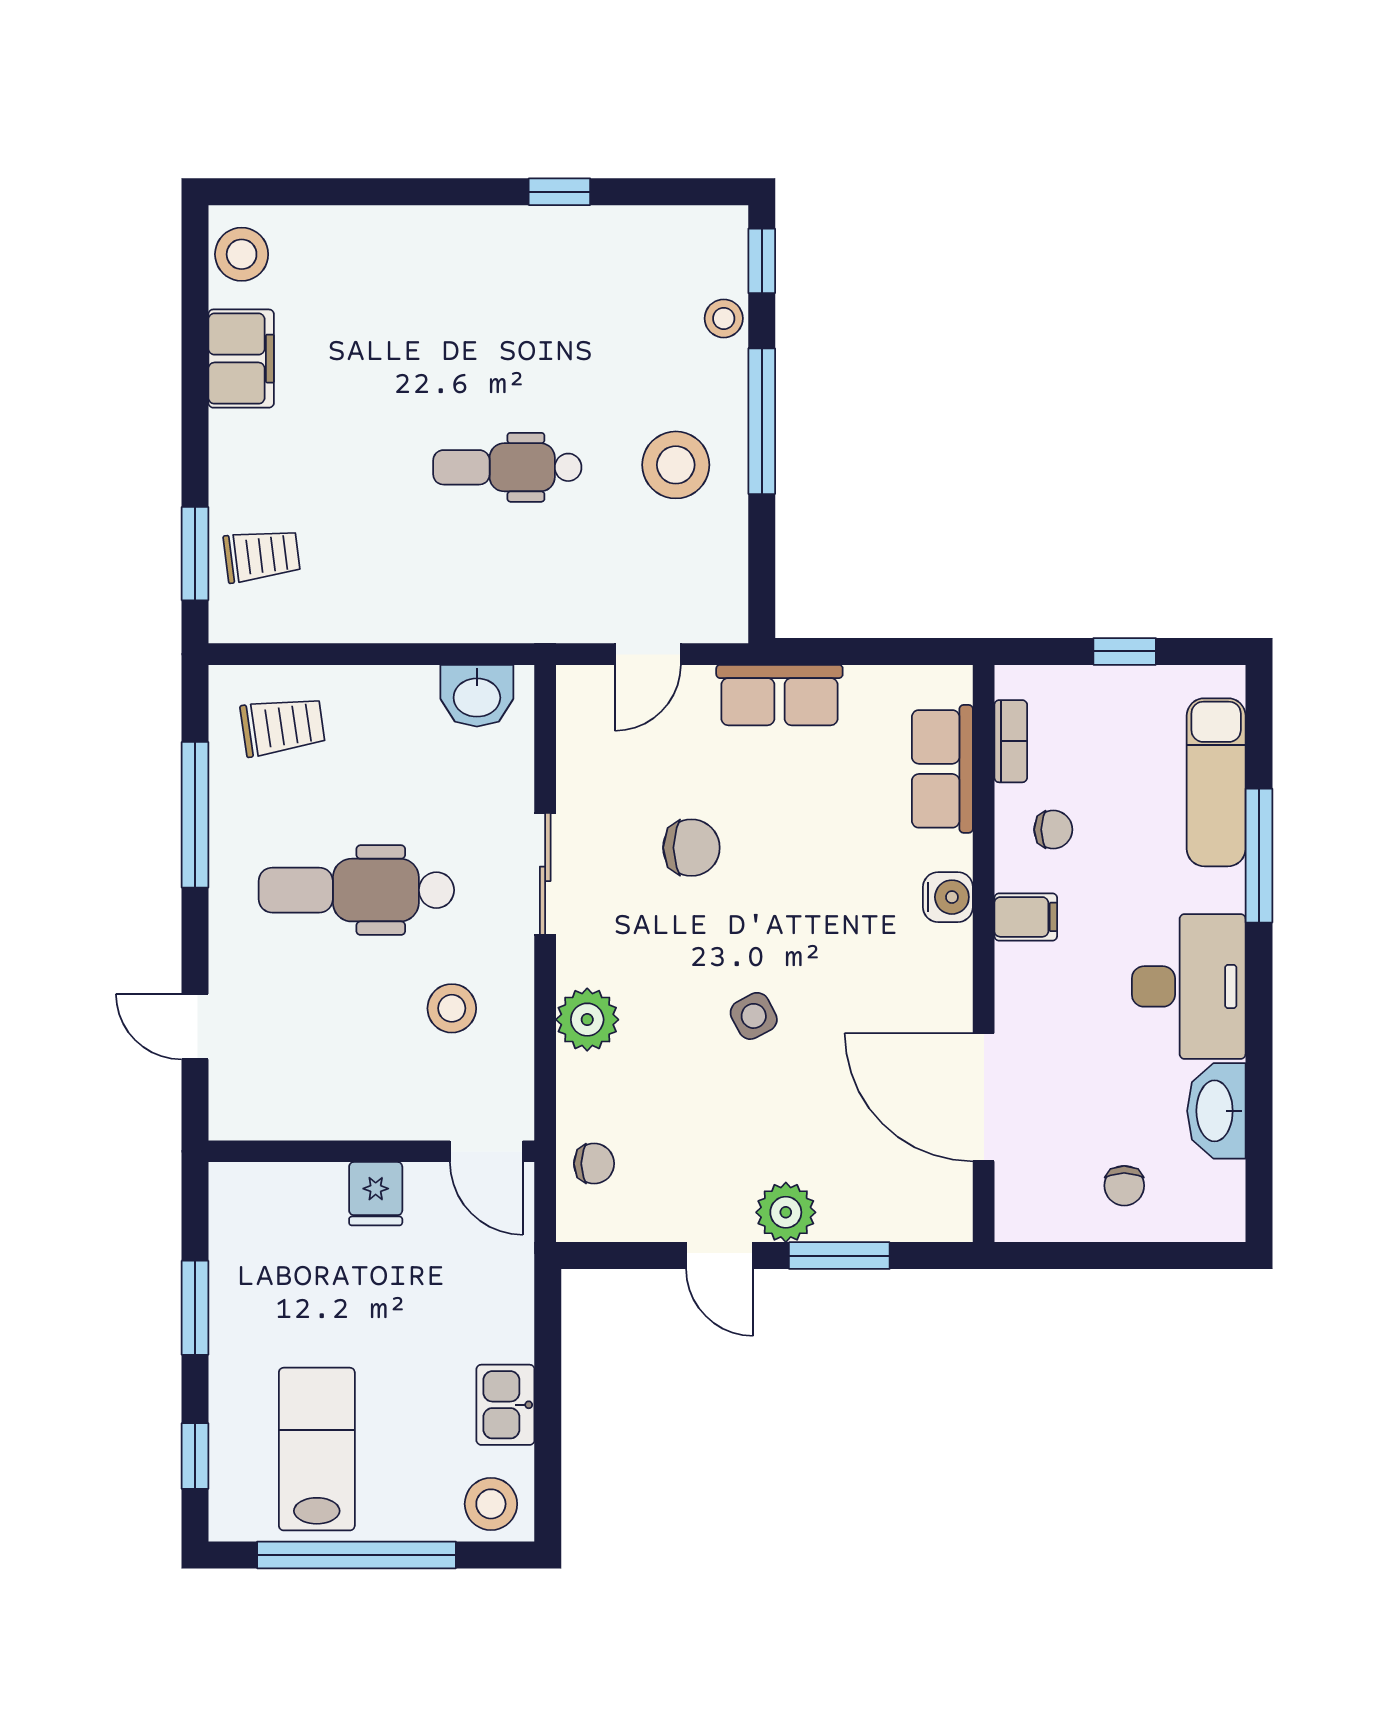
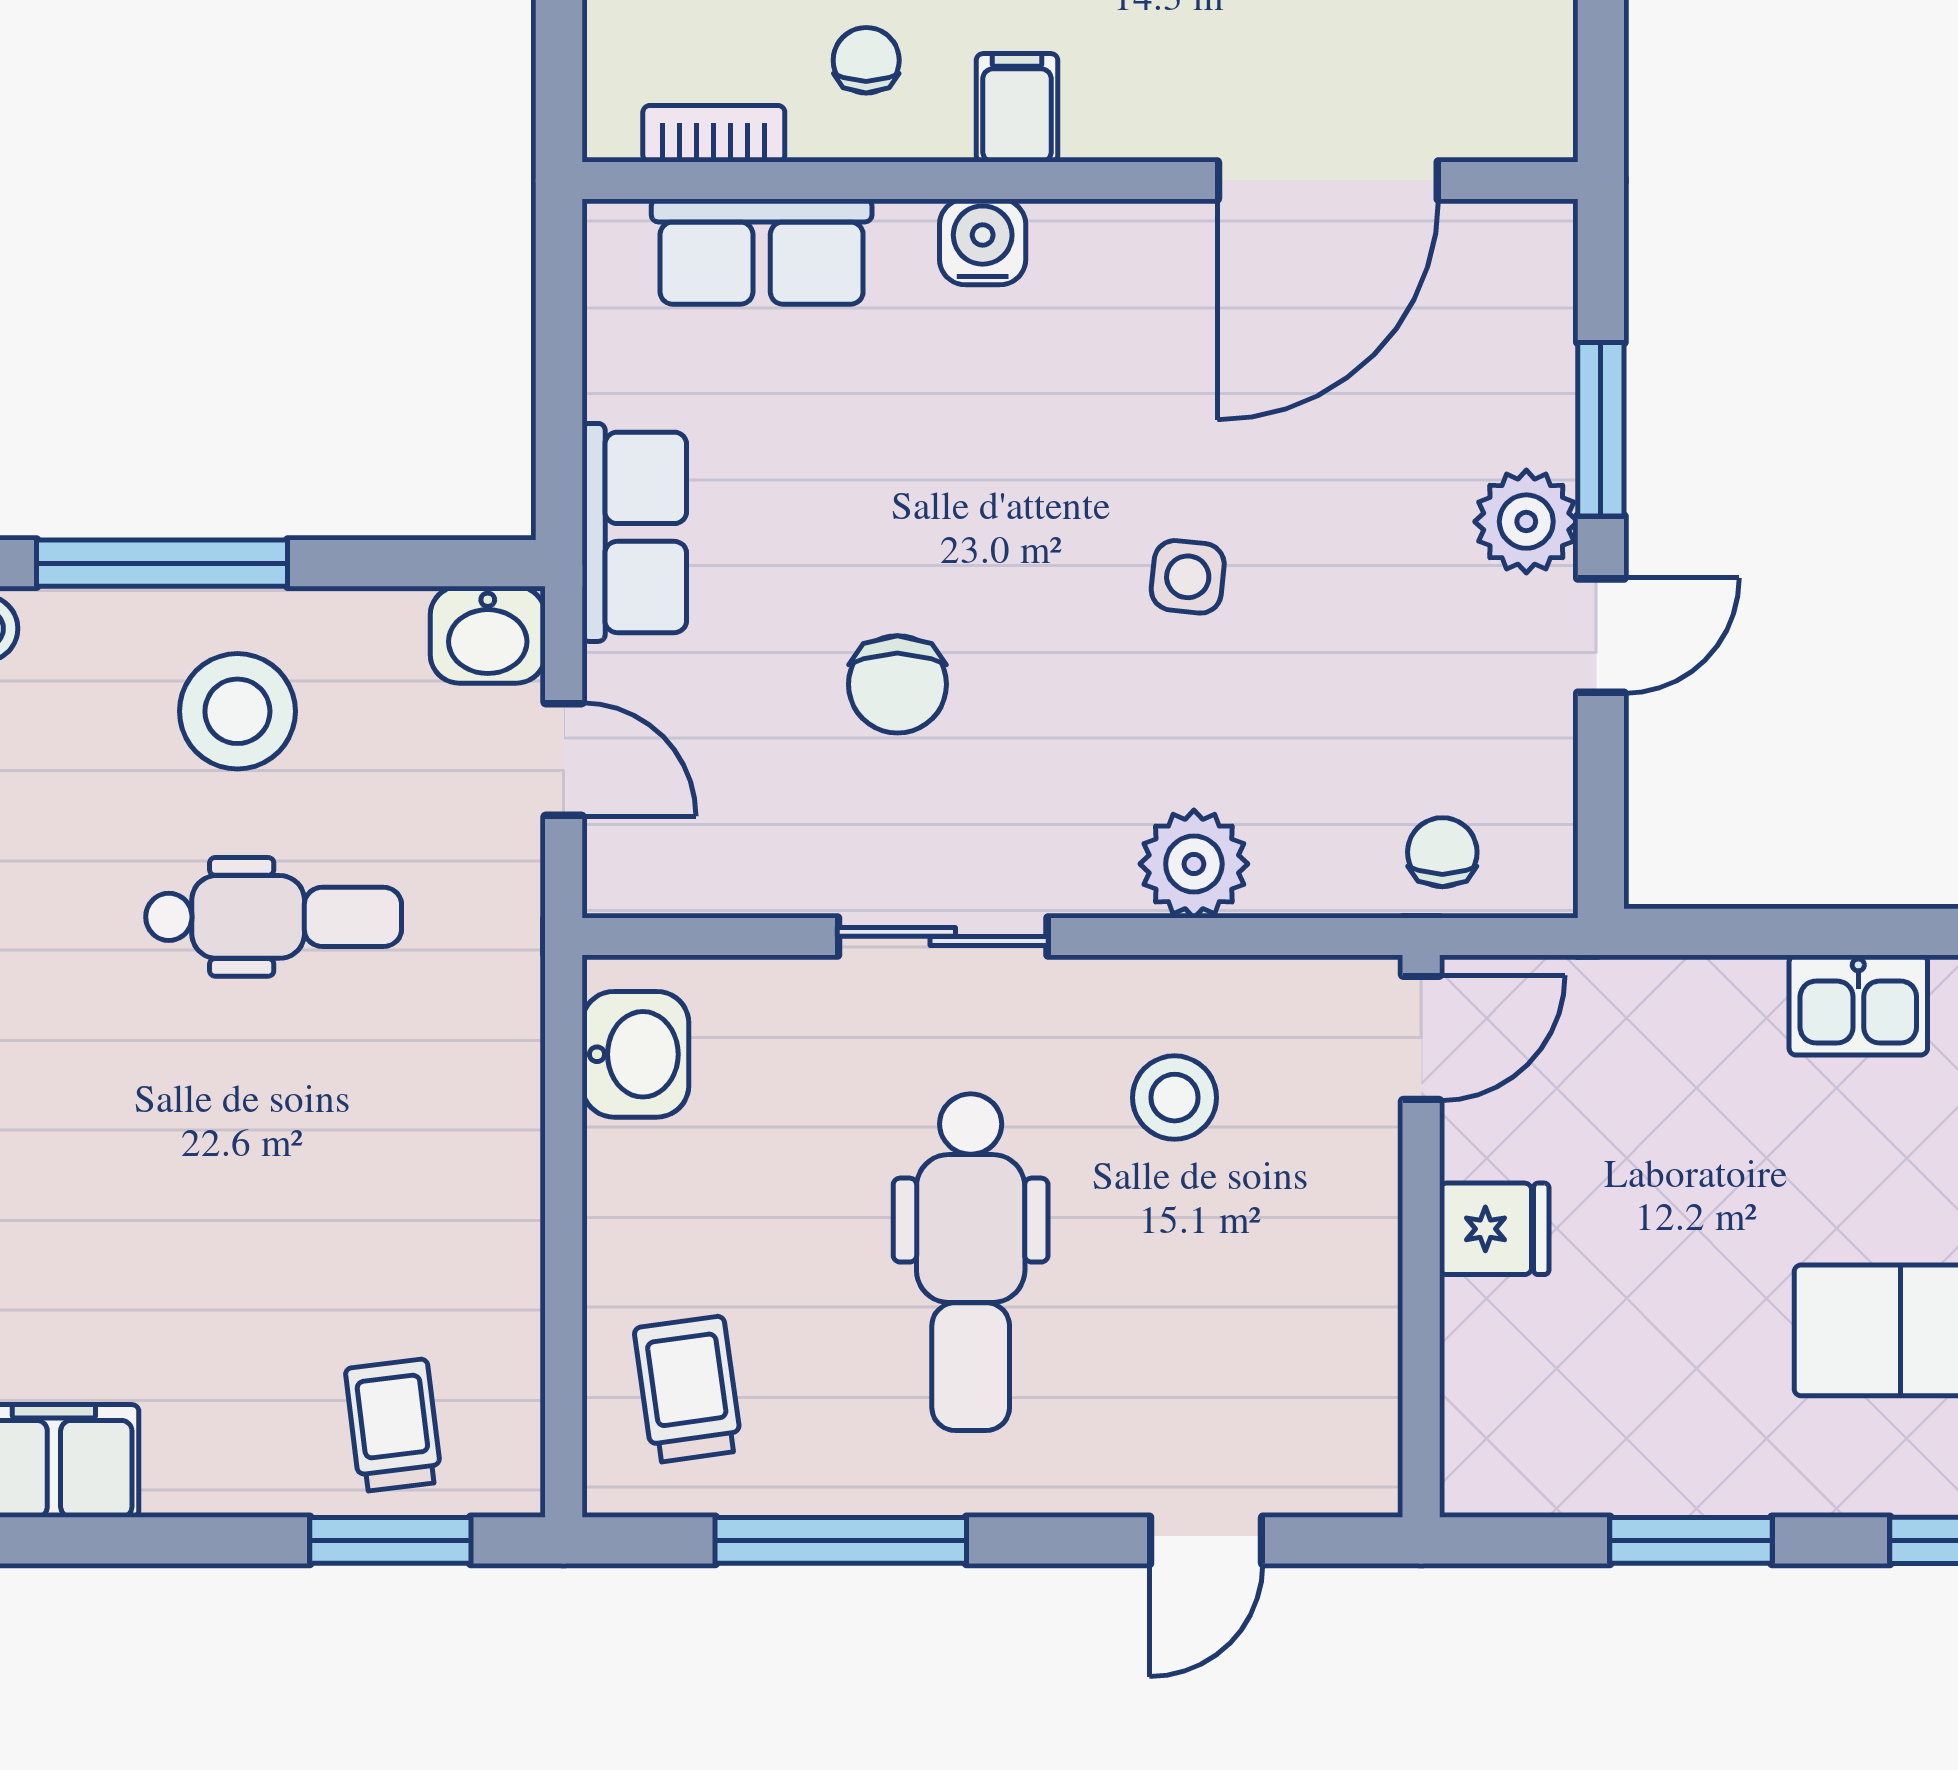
dental chair: (507, 467) -> (274, 917), moved, turned -90
washbasin: (720, 610) -> (488, 635), added
chair: (691, 848) -> (897, 684), turned 180
side table: (754, 1016) -> (1188, 577), turned 34

